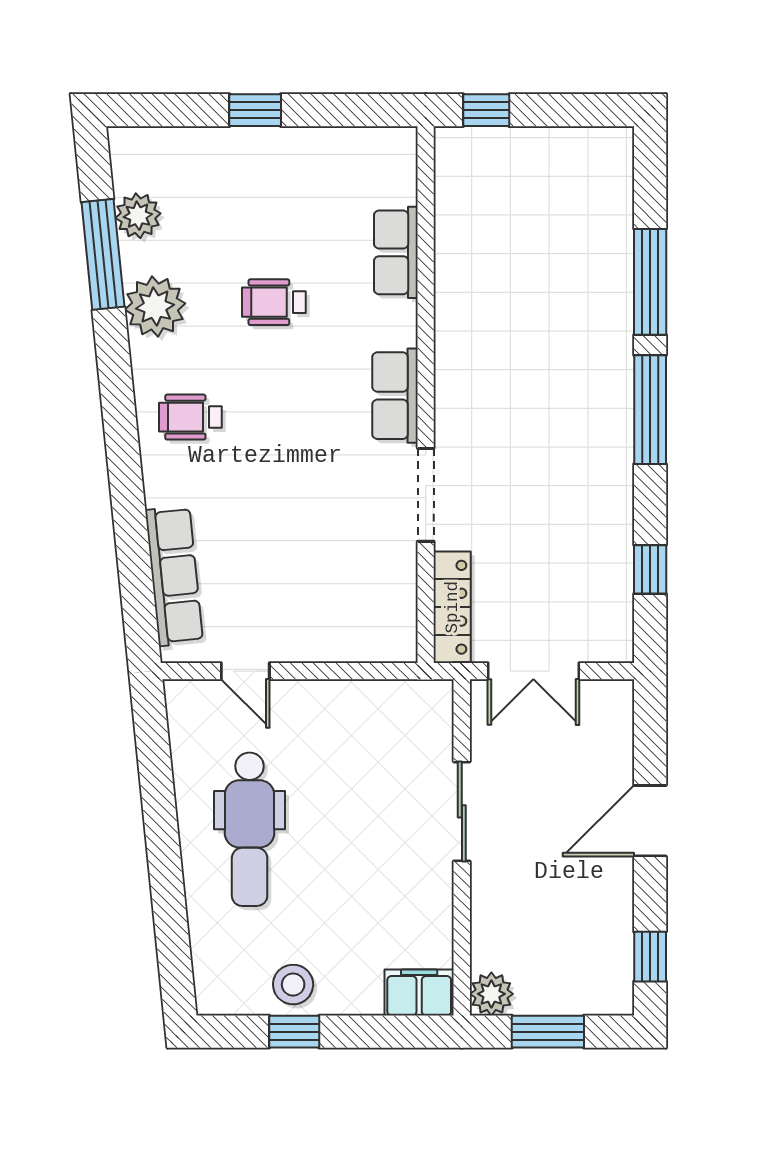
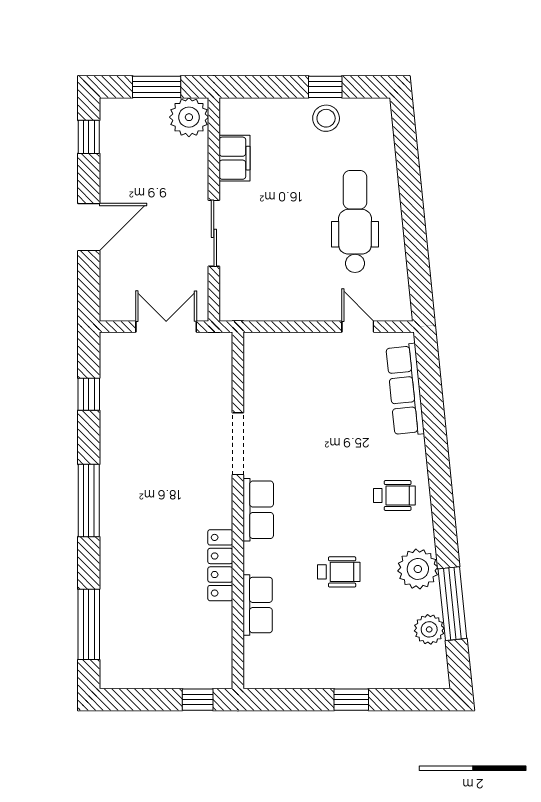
window: (650, 282) -> (89, 624), moved
locker: (452, 607) -> (220, 565), moved
filing cabinet: (419, 993) -> (235, 158), moved, turned -90
plant: (491, 994) -> (189, 117), width x1.36, depth x1.36

